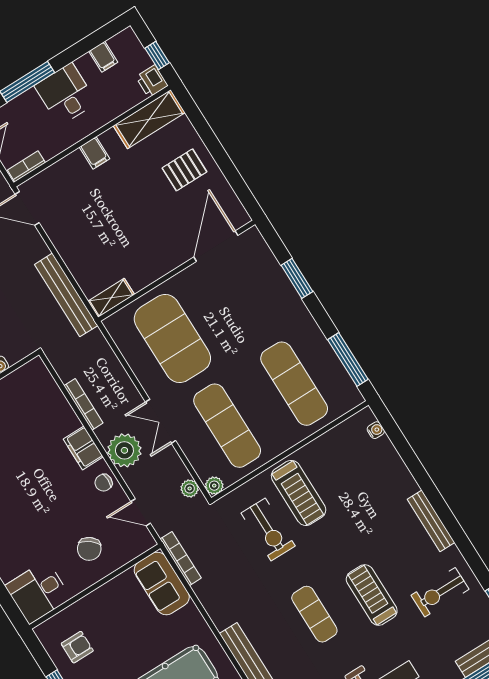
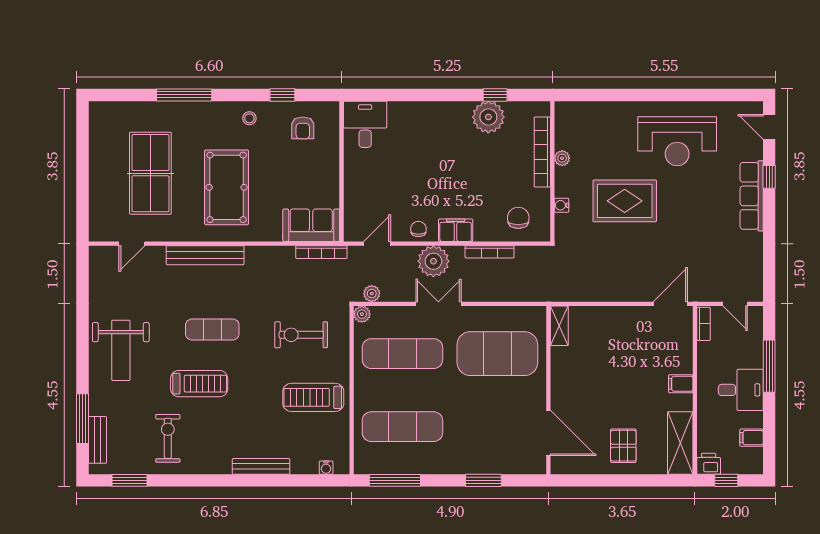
bench: (66, 295) -> (583, 292), removed
treadmill: (299, 493) -> (313, 397), moved
bench: (431, 521) -> (261, 466), moved
chair: (89, 549) -> (518, 218), moved, turned 52

